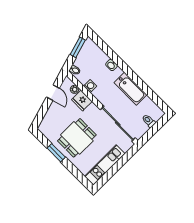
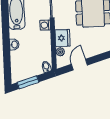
washing machine: (90, 86) -> (45, 25), moved

